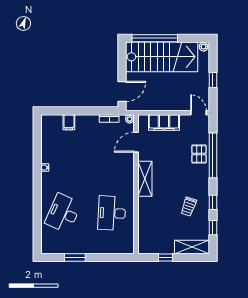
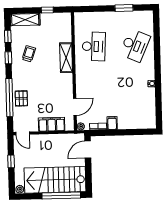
filing cabinet: (69, 122) -> (112, 123), moved
shelving: (145, 179) -> (66, 58), moved

